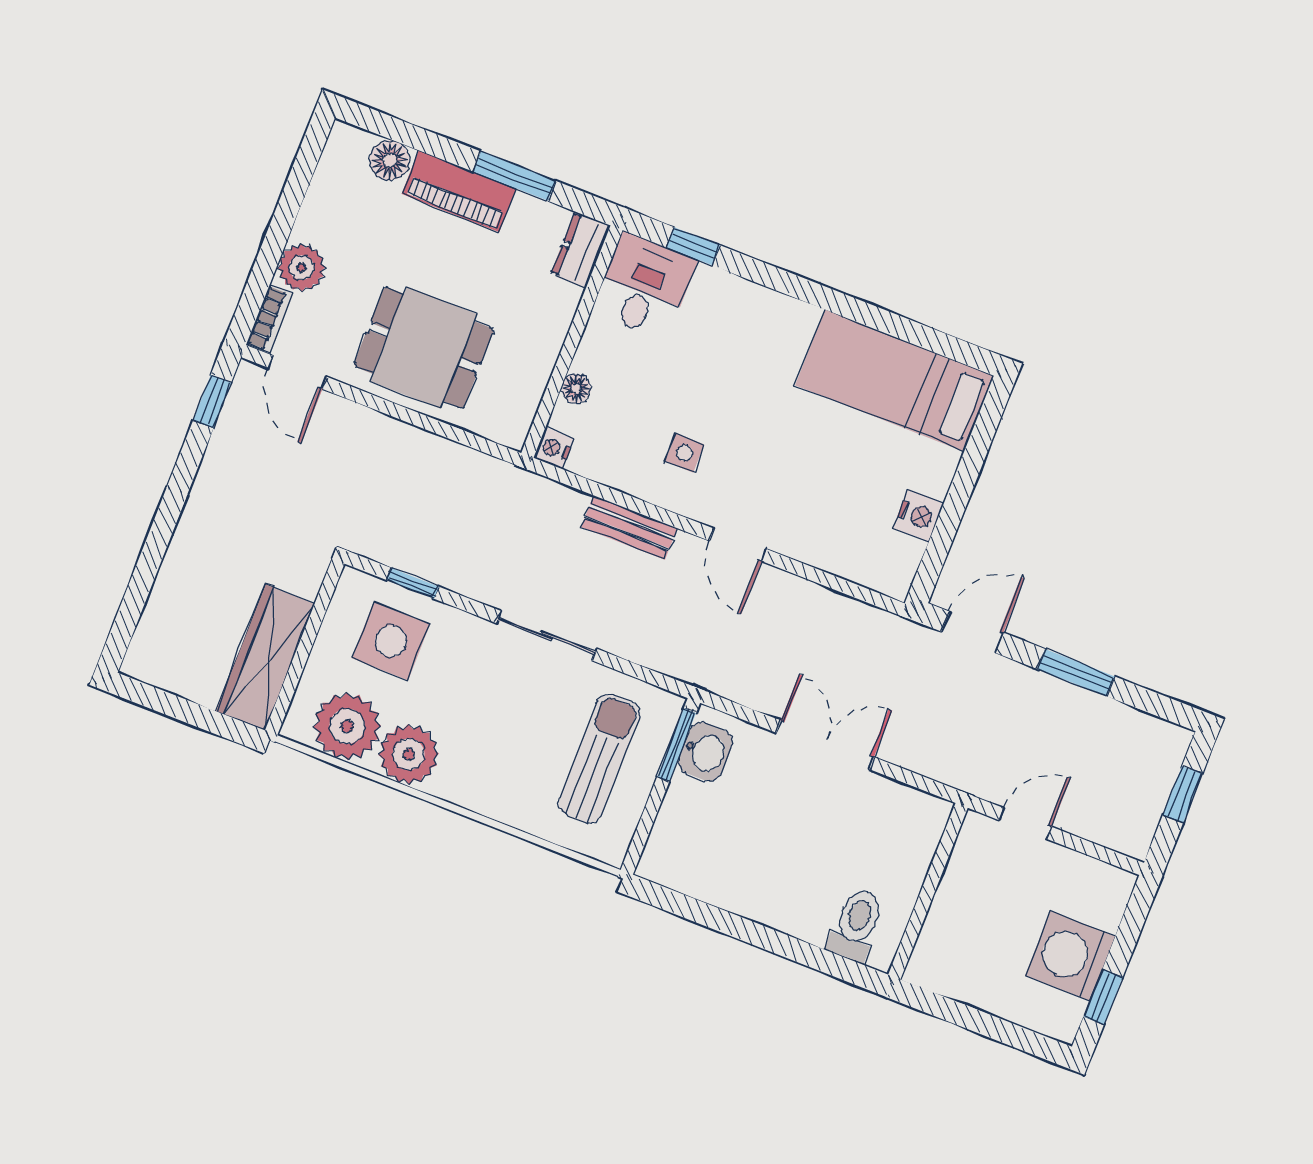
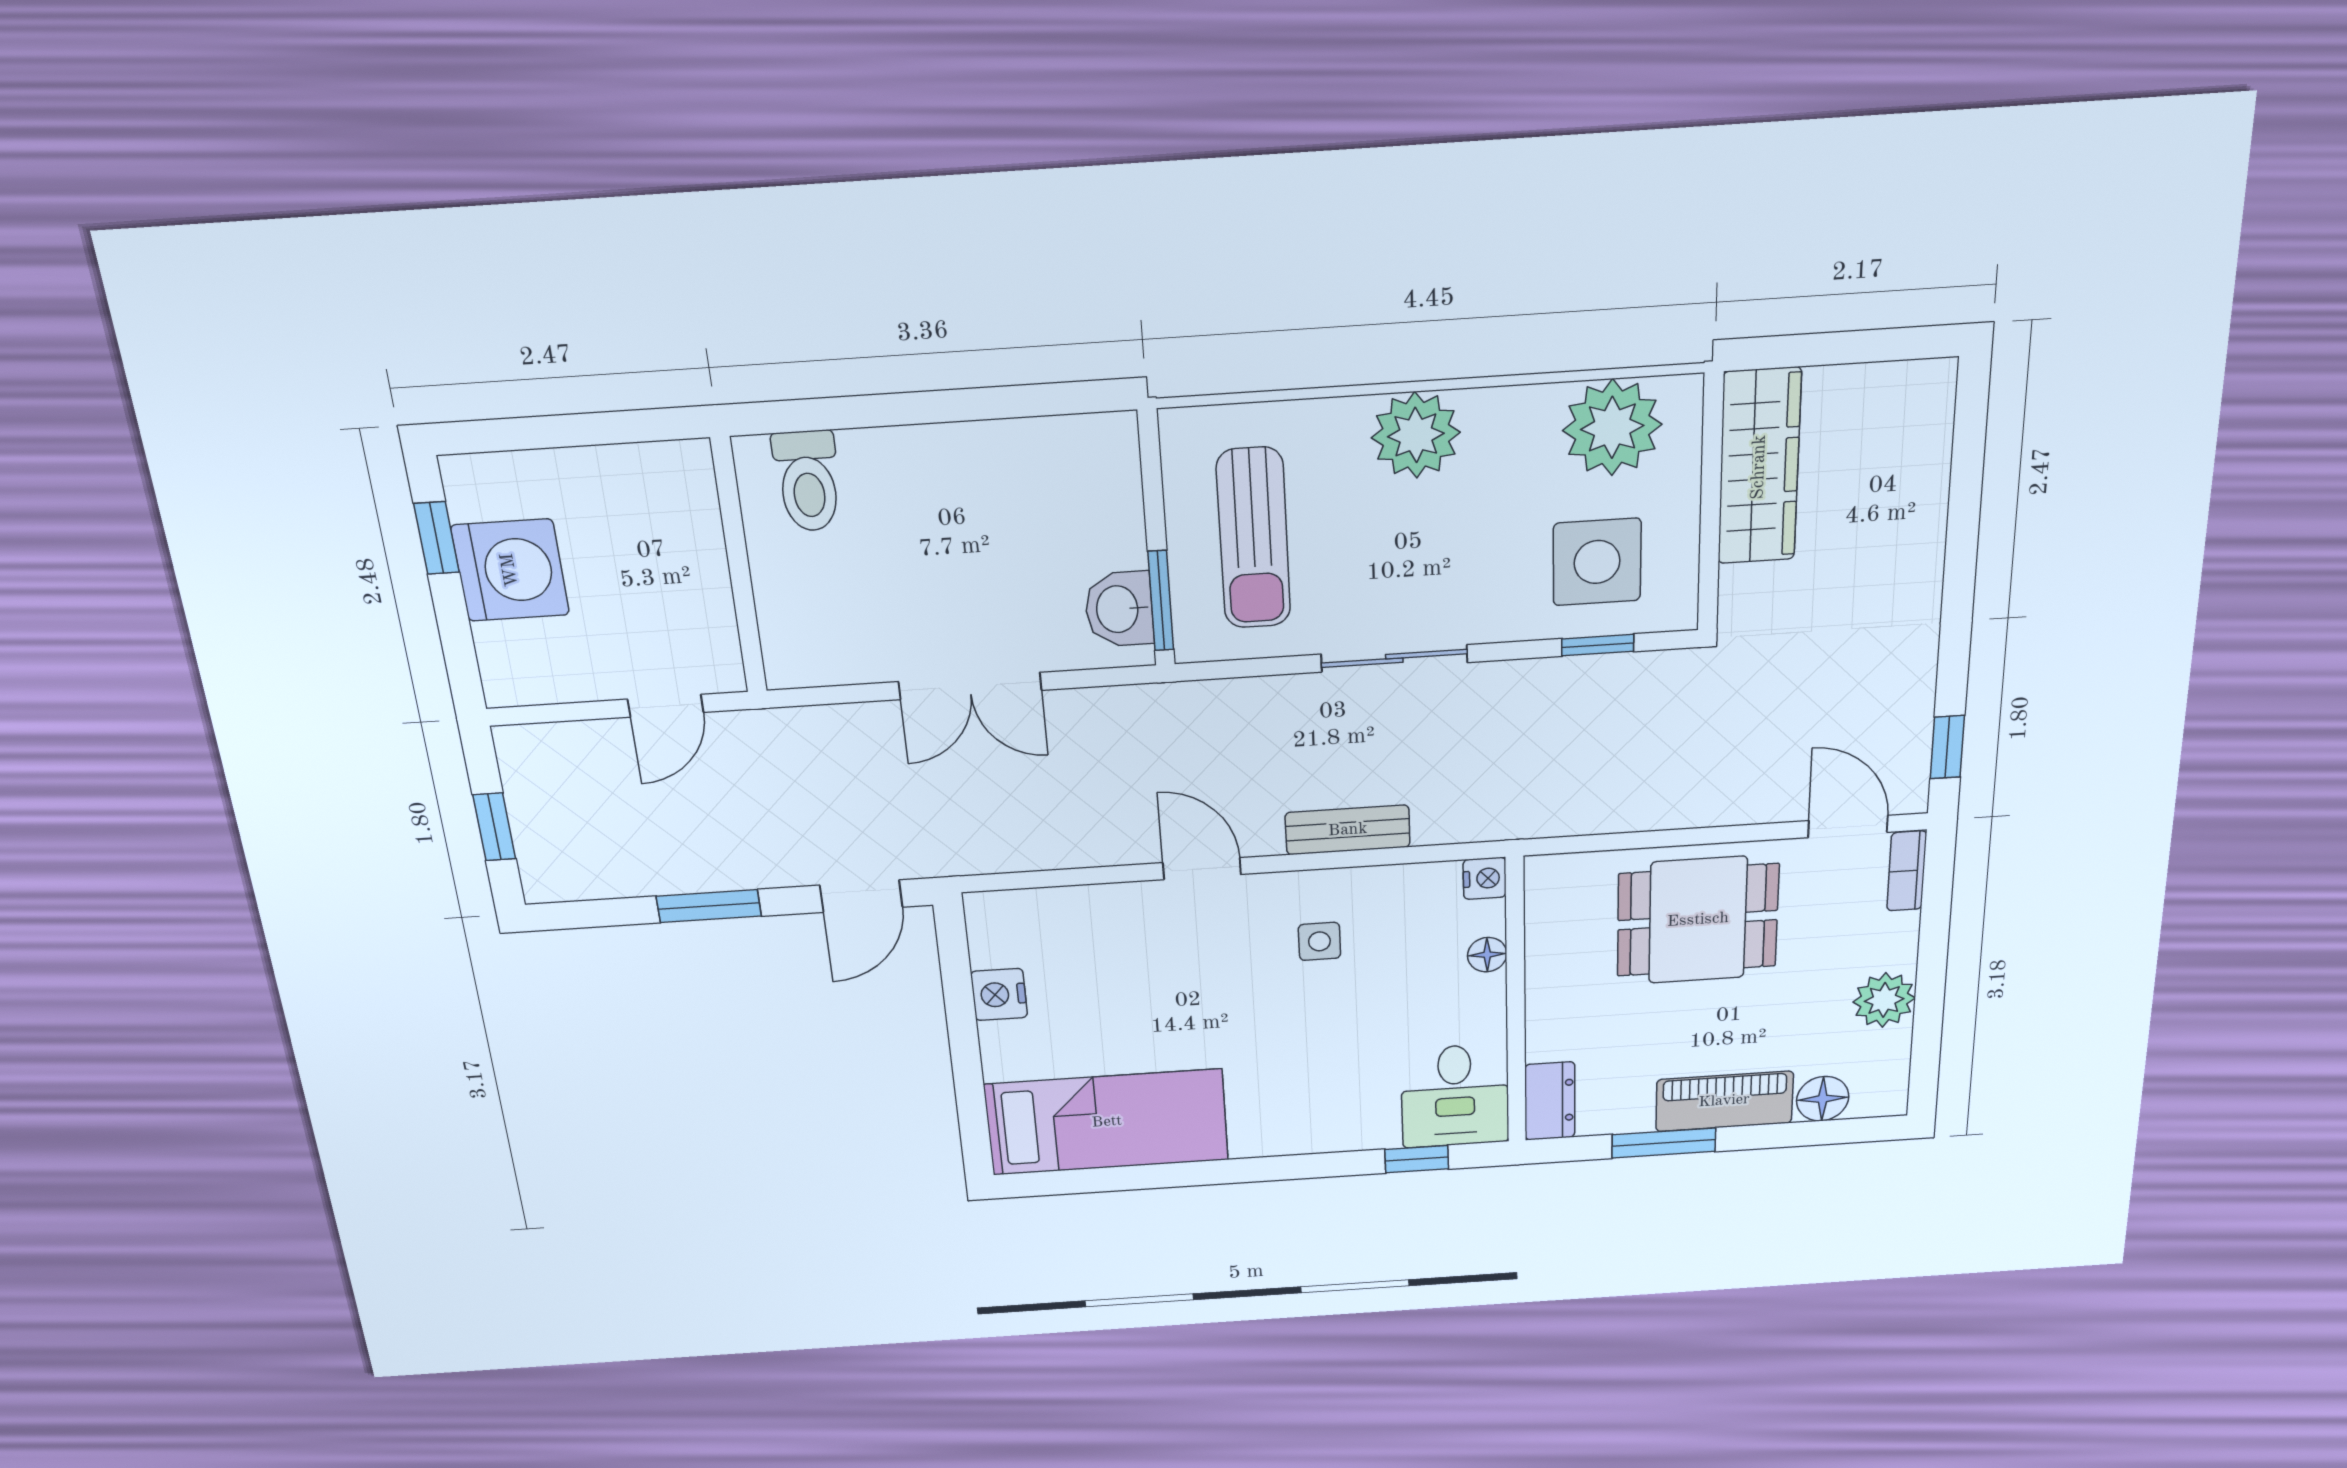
plant: (302, 268) -> (1884, 1000), moved
plant: (409, 754) -> (1416, 435), moved

